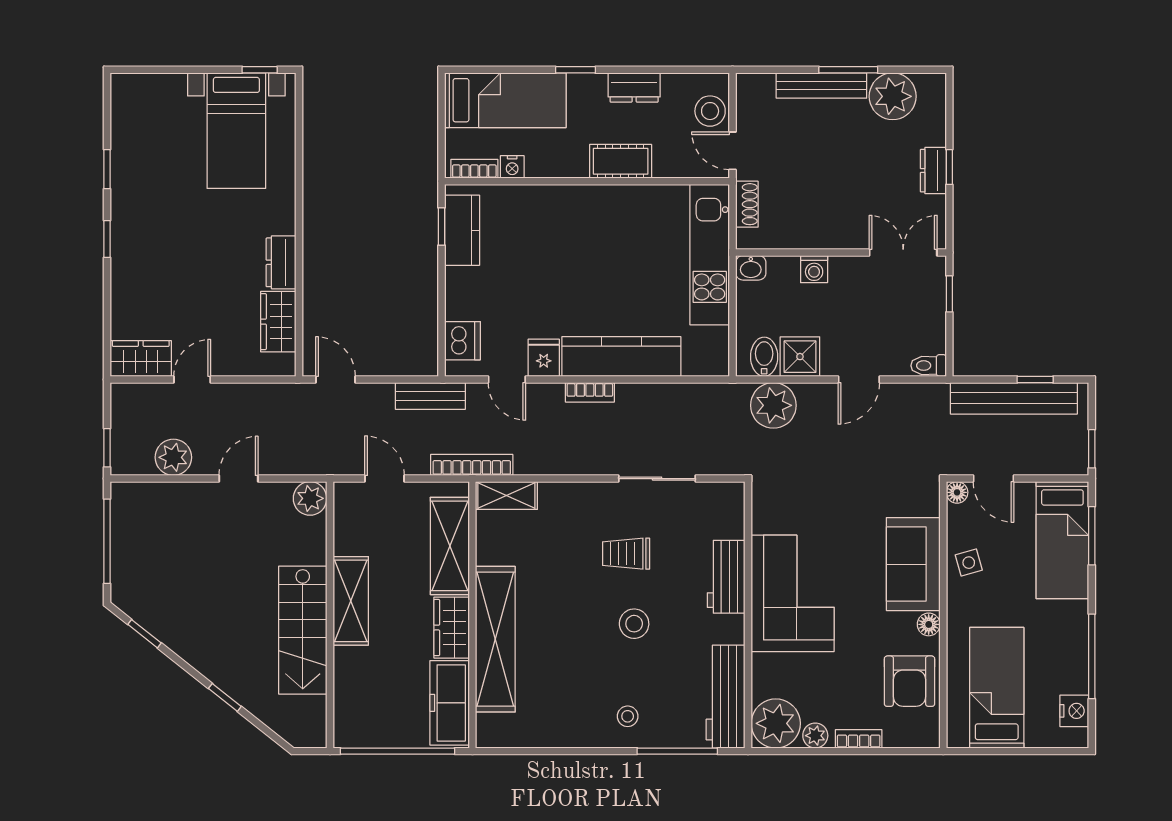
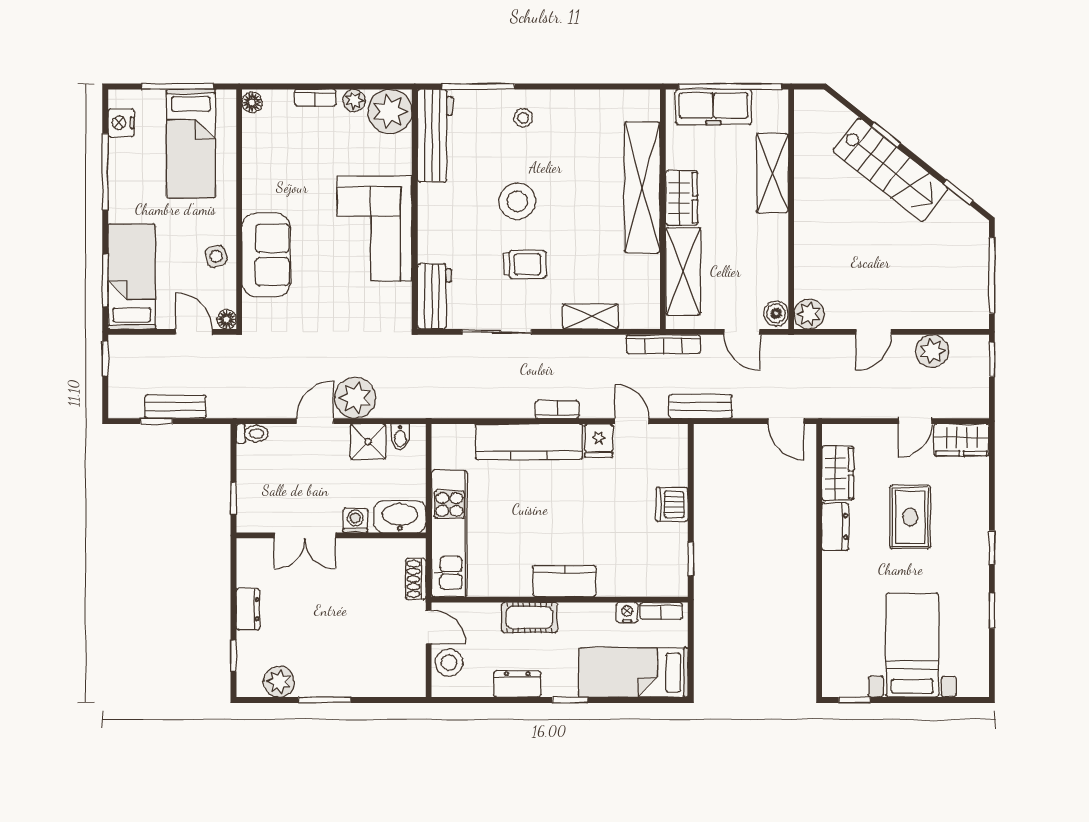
bench: (821, 86) -> (349, 686), removed
plant: (893, 96) -> (279, 682), width x0.73, depth x0.73
bed with nightstands: (236, 131) -> (912, 645), moved
window: (949, 167) -> (233, 656), moved
kitchen counter: (462, 230) -> (564, 581), moved, turned 90
double door: (903, 252) -> (305, 535), moved
washbasin: (751, 268) -> (400, 517), width x1.91, depth x1.45
rug: (198, 273) -> (910, 517), added
dishwasher: (462, 341) -> (672, 504), moved
bidet: (764, 357) -> (400, 437), width x0.72, depth x0.74
bench: (1014, 398) -> (175, 407), width x0.54, depth x0.82
plant: (773, 405) -> (355, 398), moved
shelving: (506, 496) -> (590, 317), moved
boiler: (347, 499) -> (776, 313), added
workbench: (726, 577) -> (434, 296), moved
shelving: (351, 601) -> (772, 173), moved
stool: (634, 624) -> (517, 201), width x1.38, depth x1.38
floor lamp: (929, 624) -> (252, 102), moved
stairs: (303, 630) -> (890, 170), moved, turned 128
armchair: (910, 681) -> (269, 150), removed
freezer: (450, 703) -> (714, 107), moved, turned 90
window: (1011, 751) -> (178, 87), added

